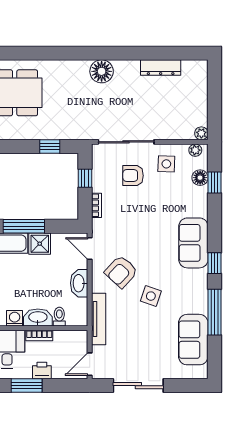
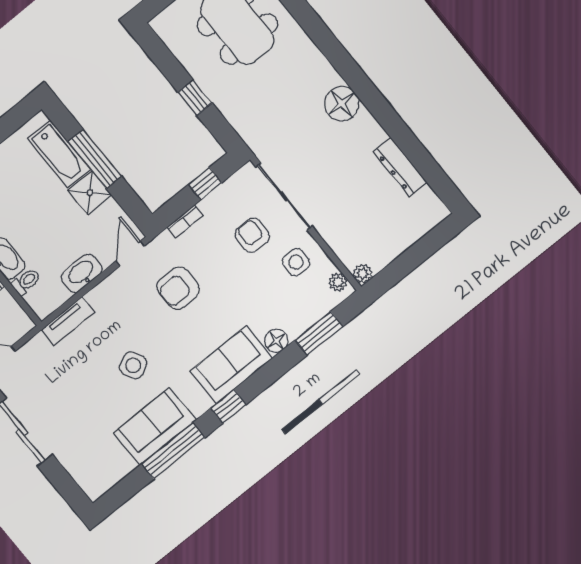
window: (50, 146) -> (195, 98), moved
floor lamp: (200, 178) -> (276, 341), moved
window: (215, 183) -> (319, 333), width x1.50
armchair: (121, 272) -> (178, 288), moved, turned -43
side table: (151, 296) -> (133, 365), turned 45
tv unit: (99, 319) -> (68, 321), width x0.71
sofa: (193, 340) -> (155, 426), moved

